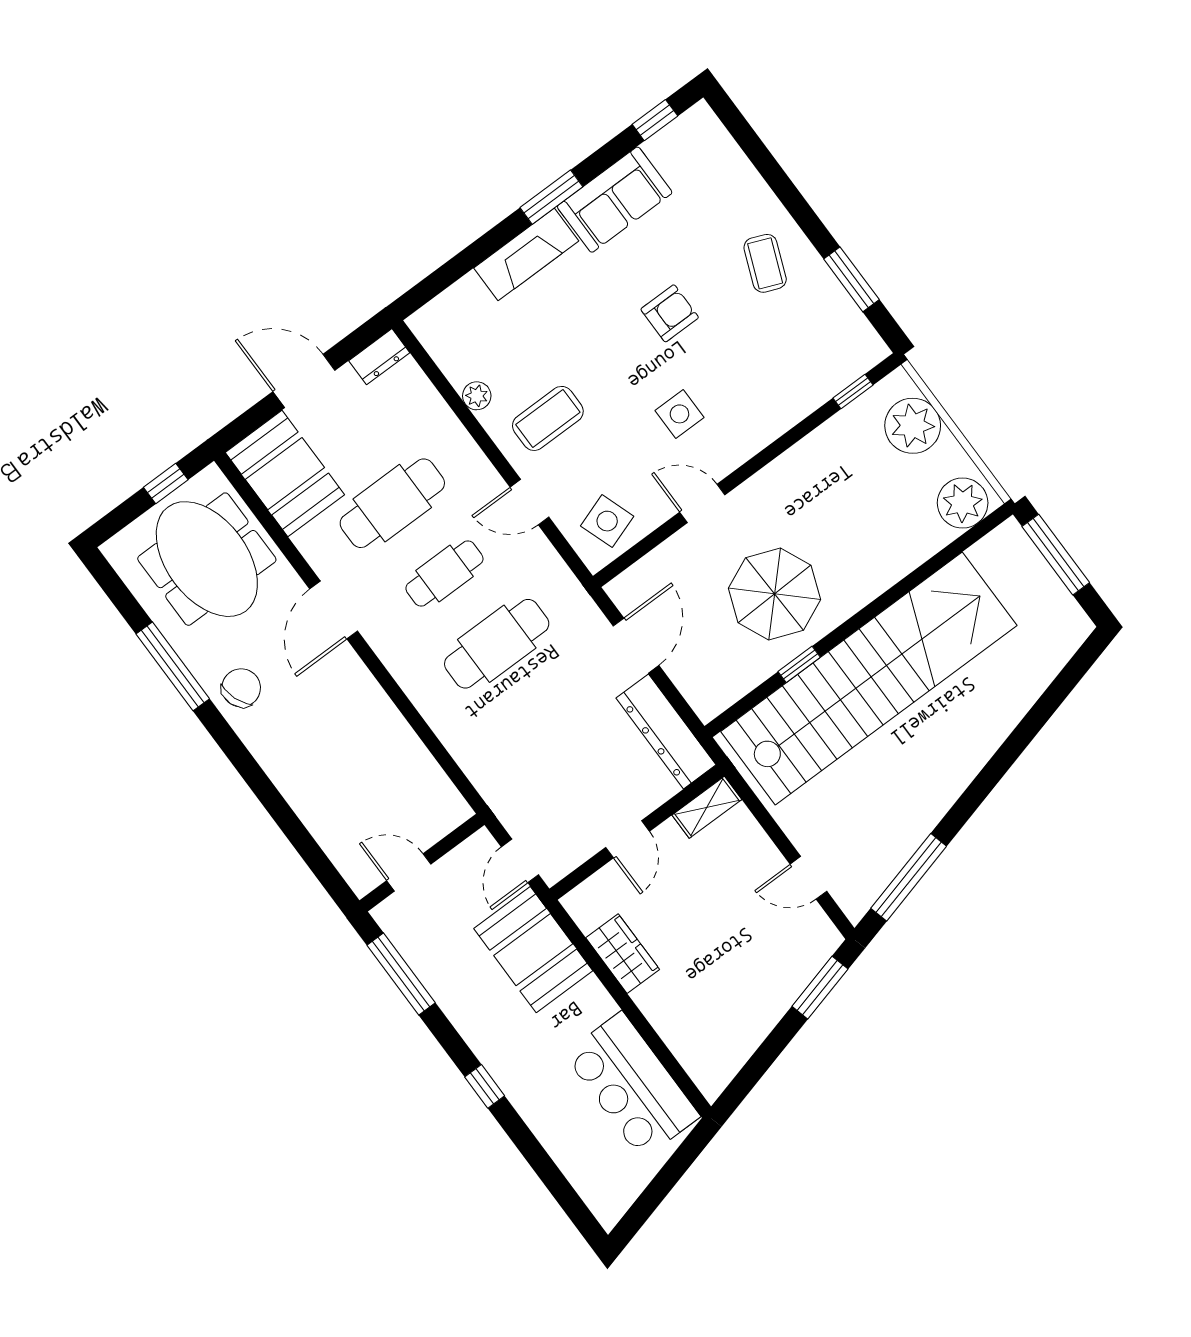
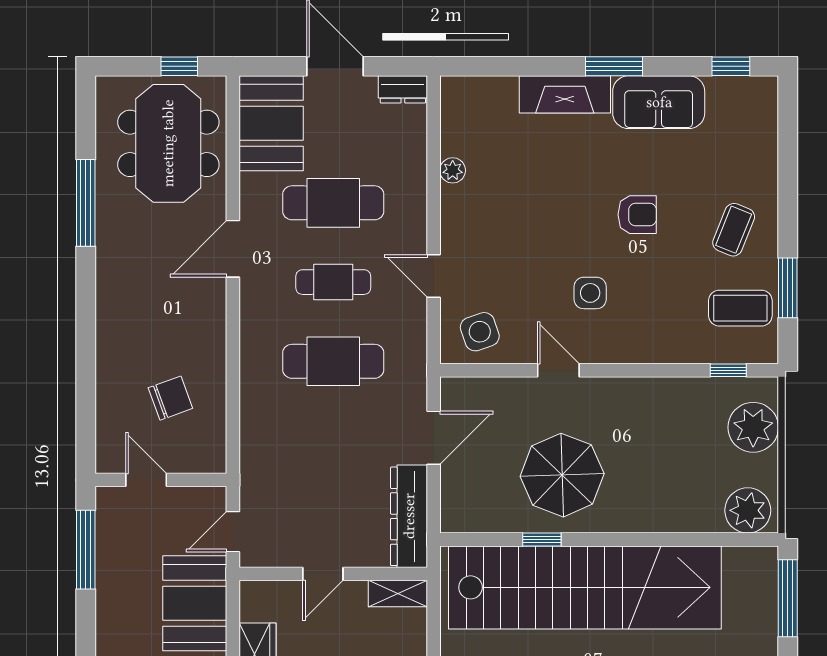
coffee table: (548, 418) -> (740, 308), moved
chair: (241, 688) -> (170, 398), moved

